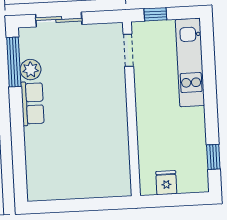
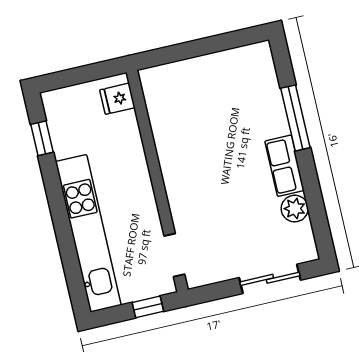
window: (14, 62) -> (295, 118), moved
kitchen unit: (190, 62) -> (88, 233), width x1.36
fridge: (166, 183) -> (117, 99), moved, turned 90

